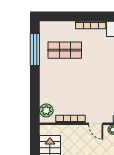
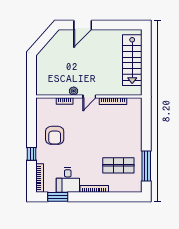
plant: (46, 110) -> (136, 109), removed
door: (96, 124) -> (89, 97), swing flipped

